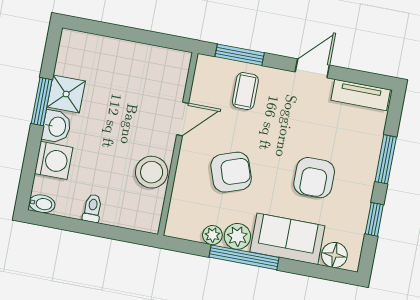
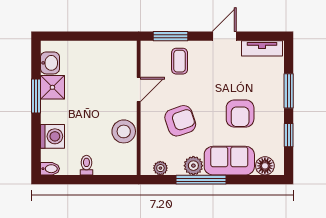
washbasin: (57, 127) -> (50, 63), moved
plant: (212, 235) -> (160, 168), moved

